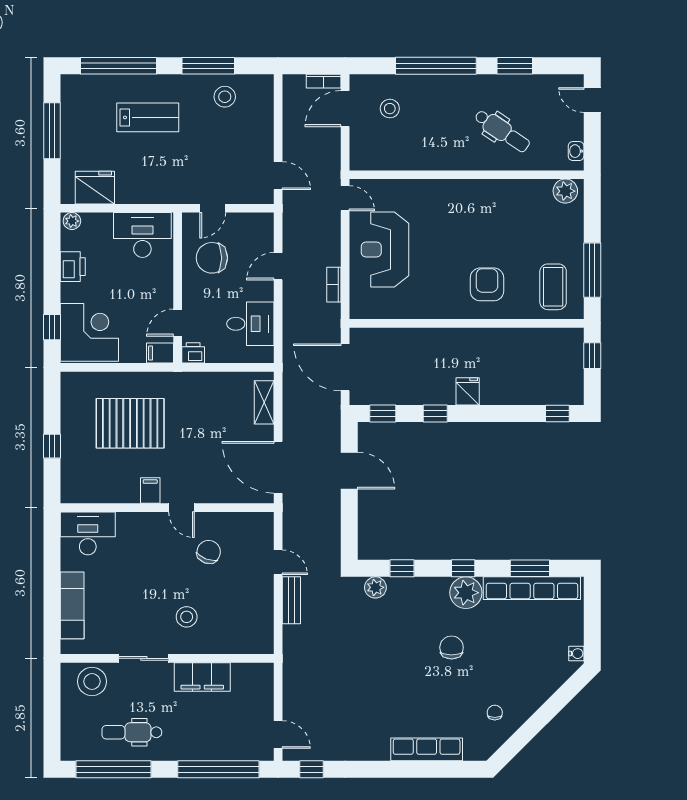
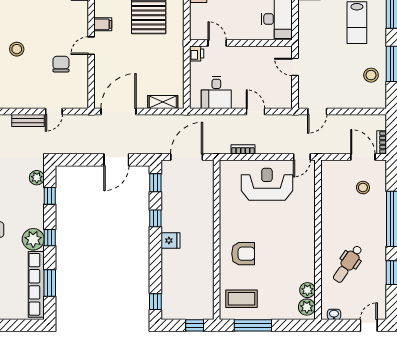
plant: (540, 190) -> (307, 290), added
chair: (212, 258) -> (261, 66), removed
filing cabinet: (160, 353) -> (196, 31), removed
chair: (209, 552) -> (61, 64), turned -111

